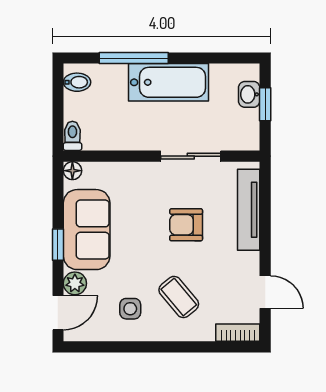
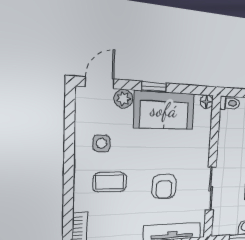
armchair: (186, 225) -> (164, 187), turned 180
coffee table: (179, 297) -> (110, 182), turned 40
door: (58, 313) -> (100, 83), swing flipped

